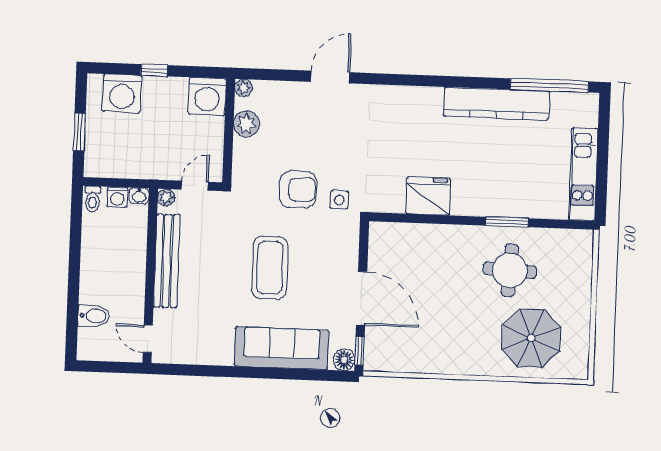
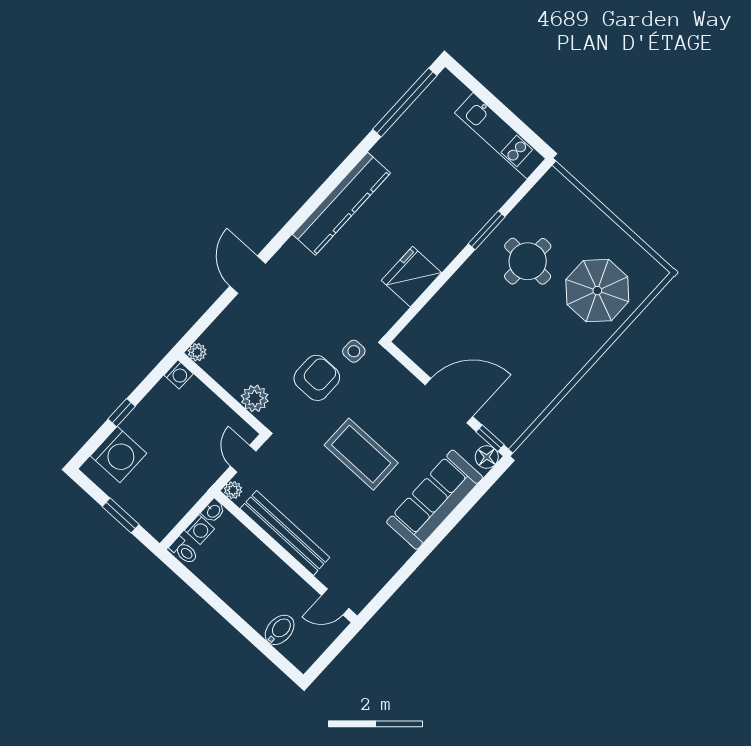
washing machine: (207, 96) -> (179, 374), width x0.53, depth x0.53
kitchen counter: (496, 104) -> (342, 204), moved
plant: (246, 124) -> (255, 398), moved

